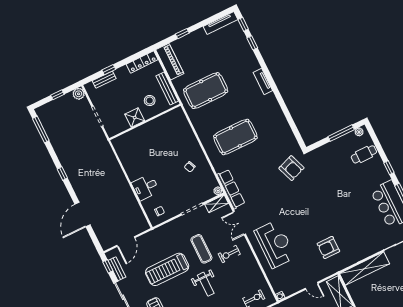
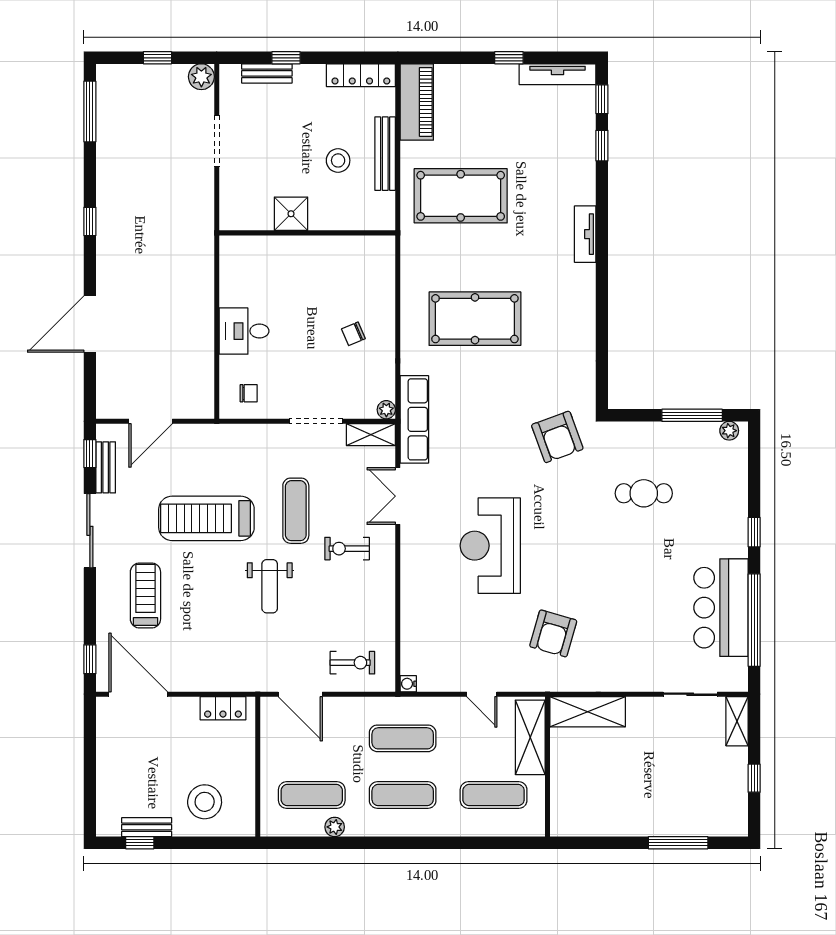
window: (182, 34) -> (509, 58), moved
shower: (135, 117) -> (291, 214), moved
wall: (145, 122) -> (307, 233), moved
cafe table: (364, 154) -> (644, 493), moved
reception desk: (275, 244) -> (490, 546), moved, turned 180
armchair: (328, 247) -> (553, 633), turned -74
shelving: (365, 269) -> (588, 712), width x0.68

